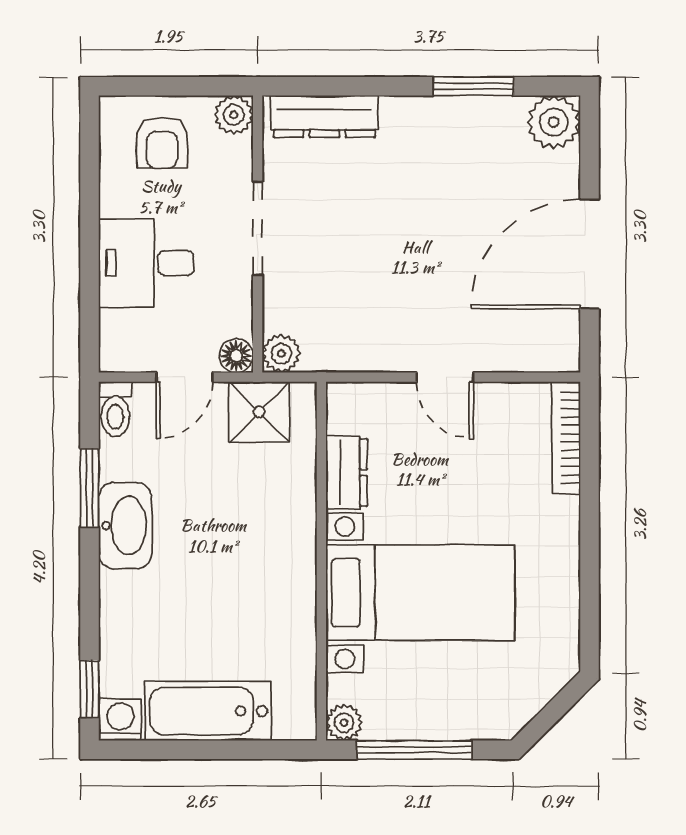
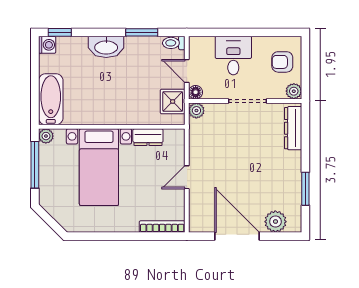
plant: (554, 122) -> (275, 222), moved
washbasin: (125, 526) -> (106, 47), moved
bathtub: (208, 711) -> (51, 99), moved

